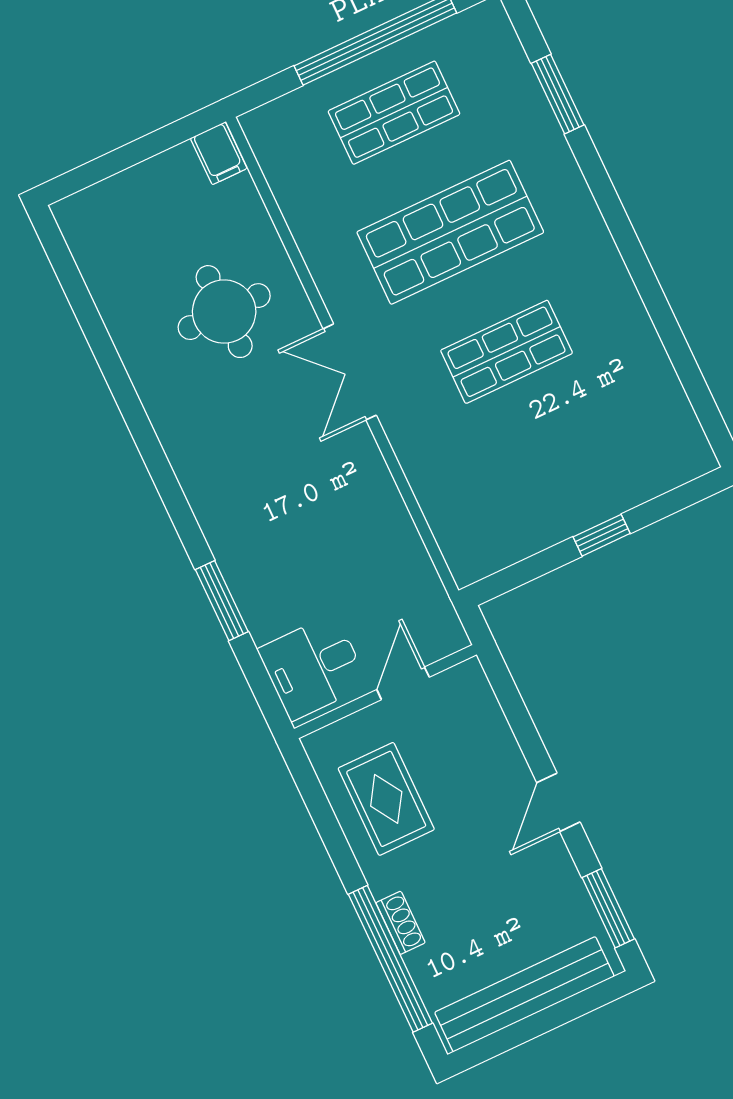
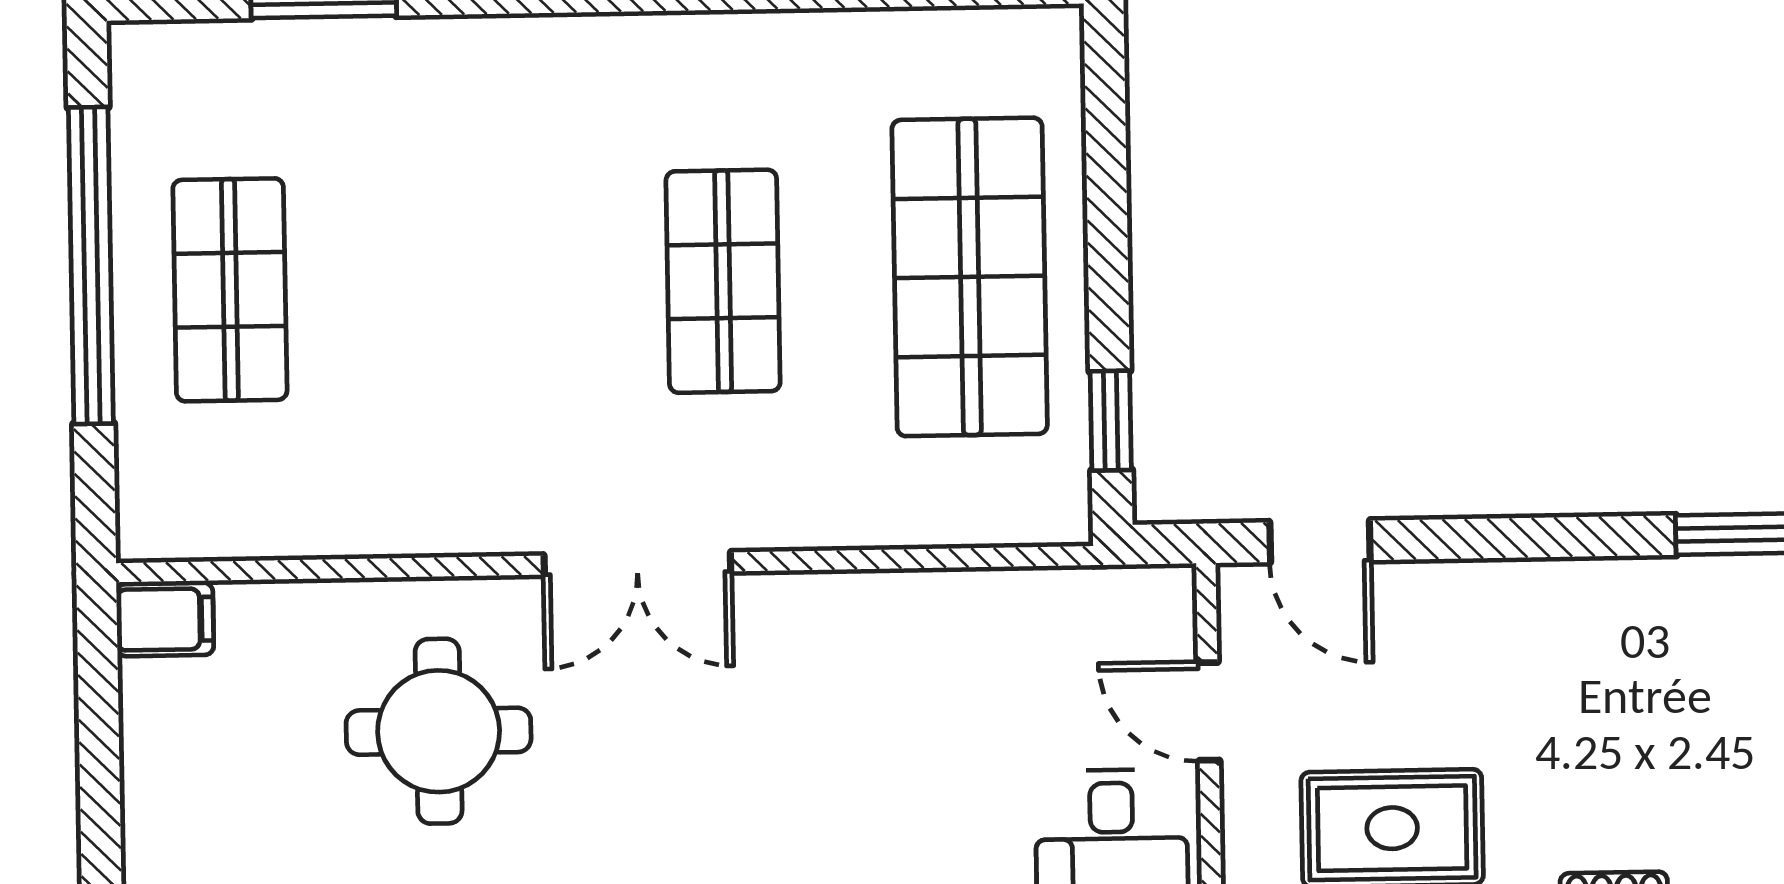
shop shelf: (450, 232) -> (970, 277), moved
window: (602, 535) -> (1111, 421), moved
door: (558, 802) -> (1320, 541), moved

